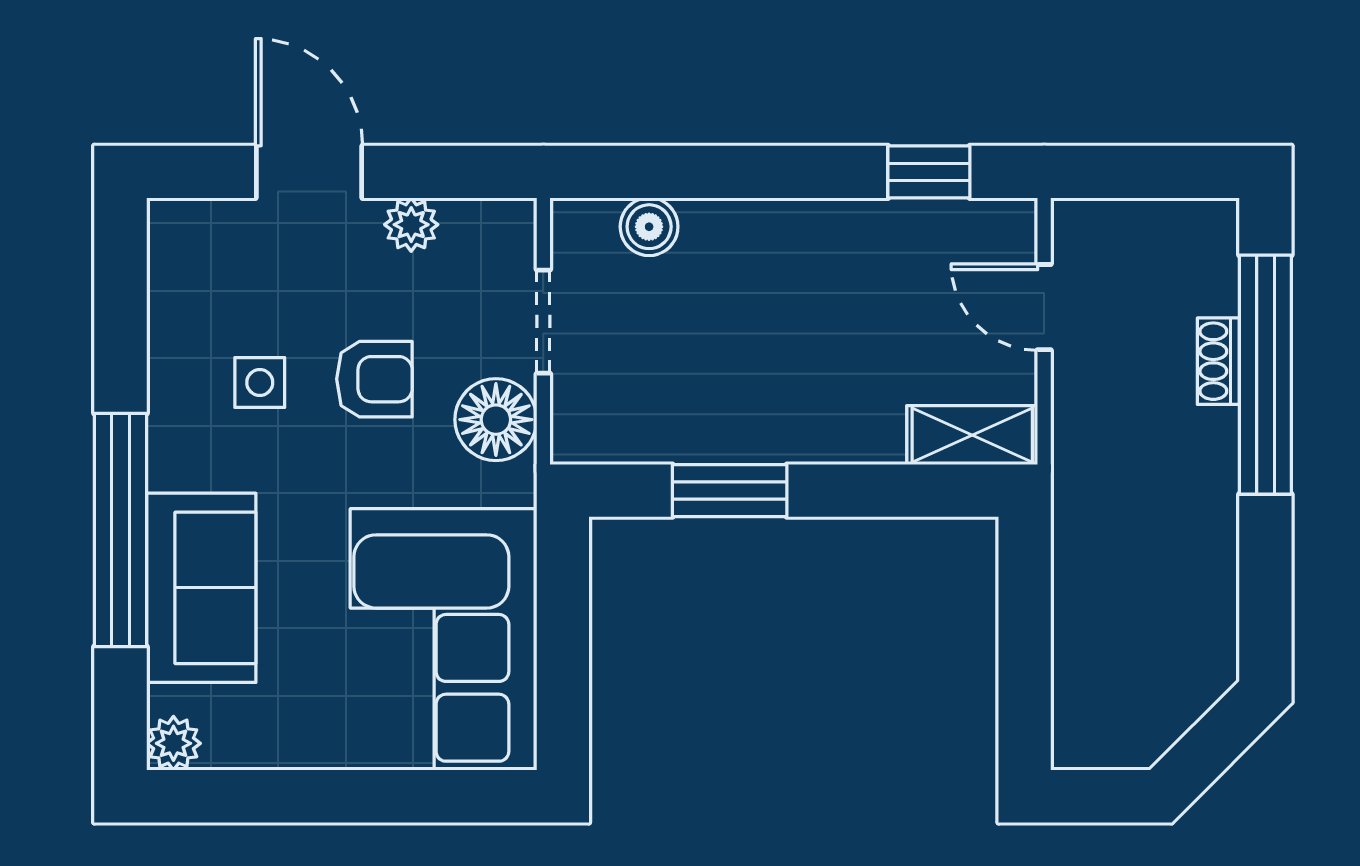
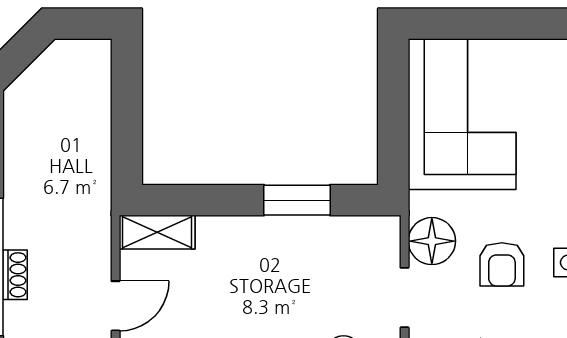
door: (1044, 307) -> (116, 306), hinge flipped
armchair: (374, 379) -> (502, 264), turned -90

